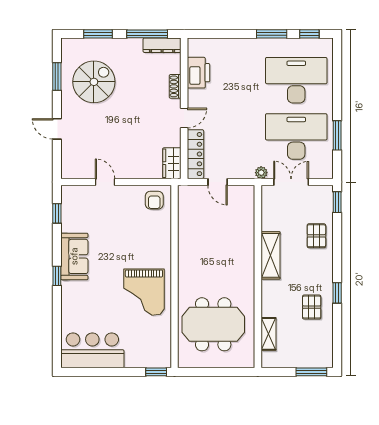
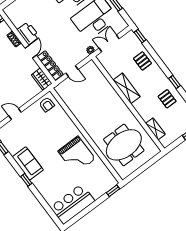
printer: (198, 73) -> (28, 33), moved

